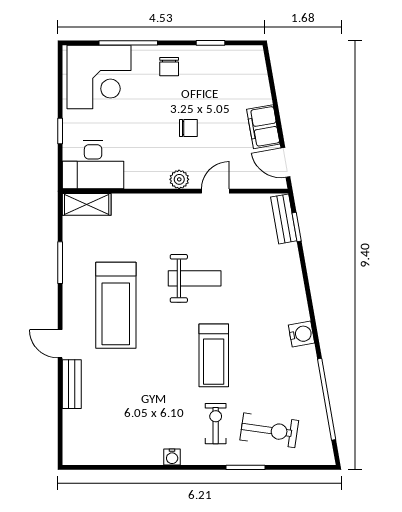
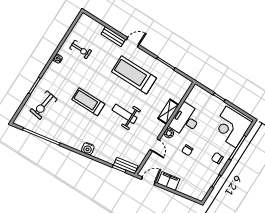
desk: (93, 165) -> (186, 120), moved
shelving: (87, 204) -> (168, 112), moved
weight bench: (195, 278) -> (125, 114), turned 90
water cooler: (302, 334) -> (88, 149), moved
exercise bike: (216, 424) -> (81, 49), moved

